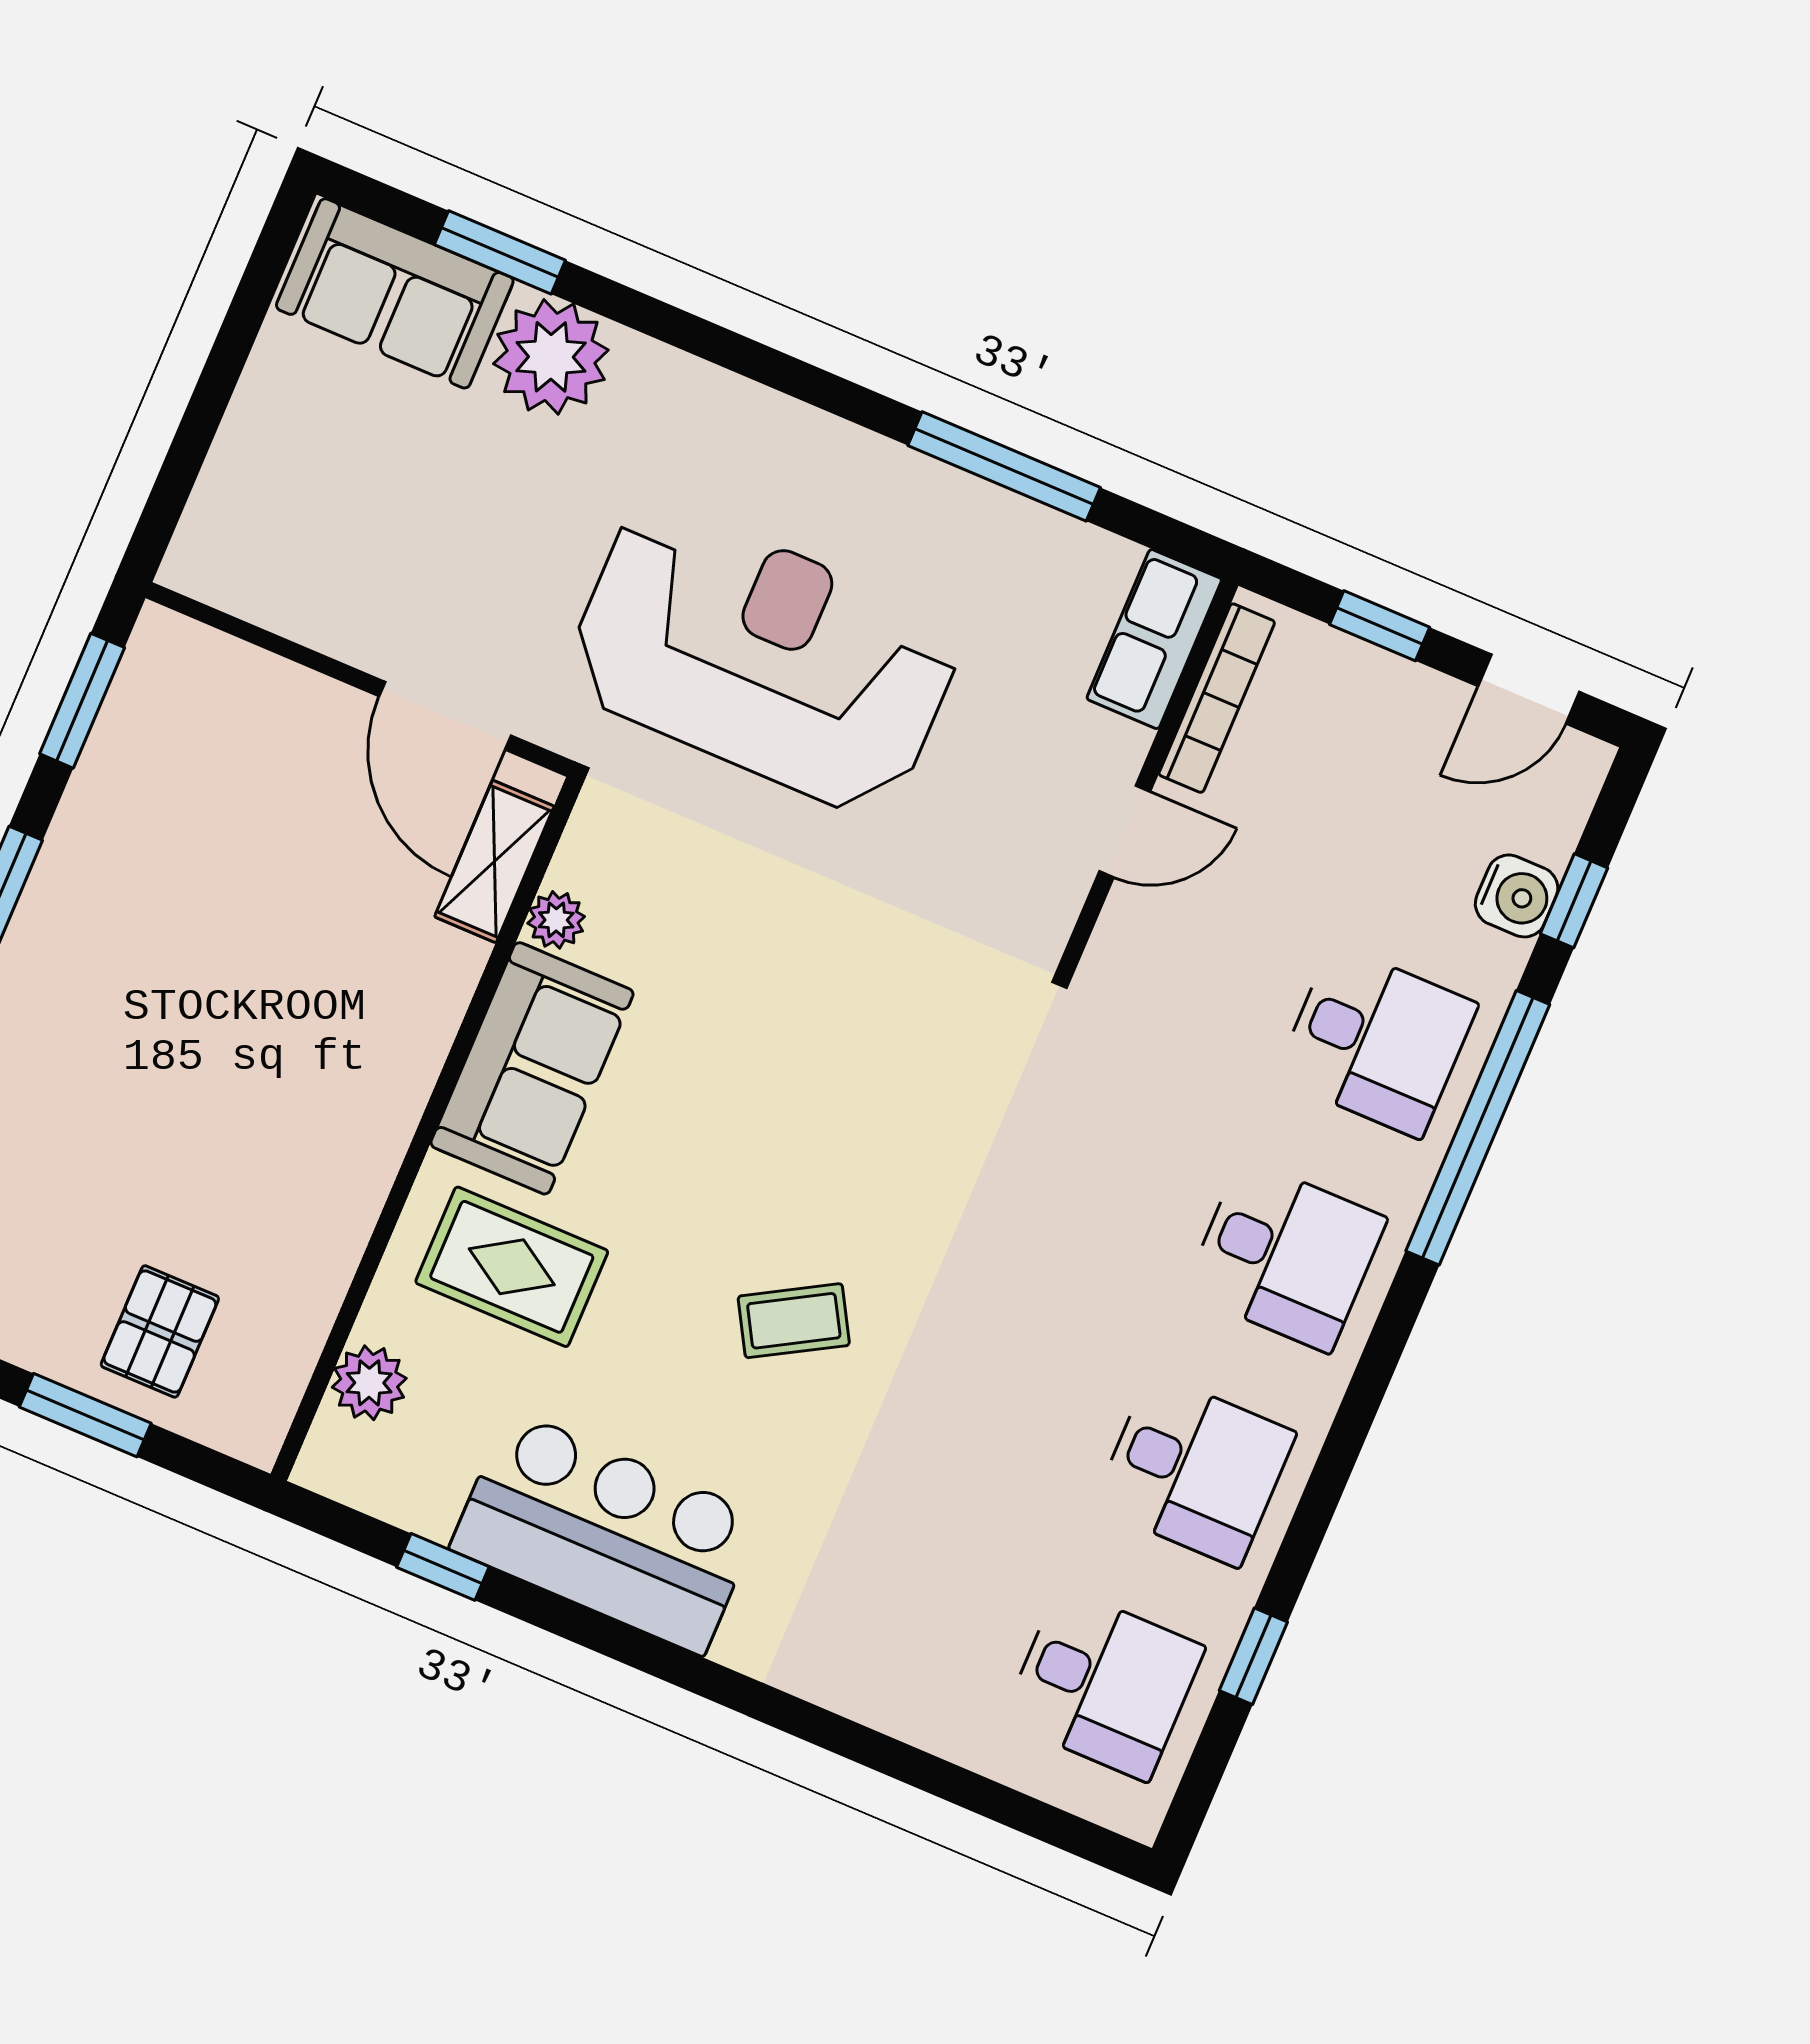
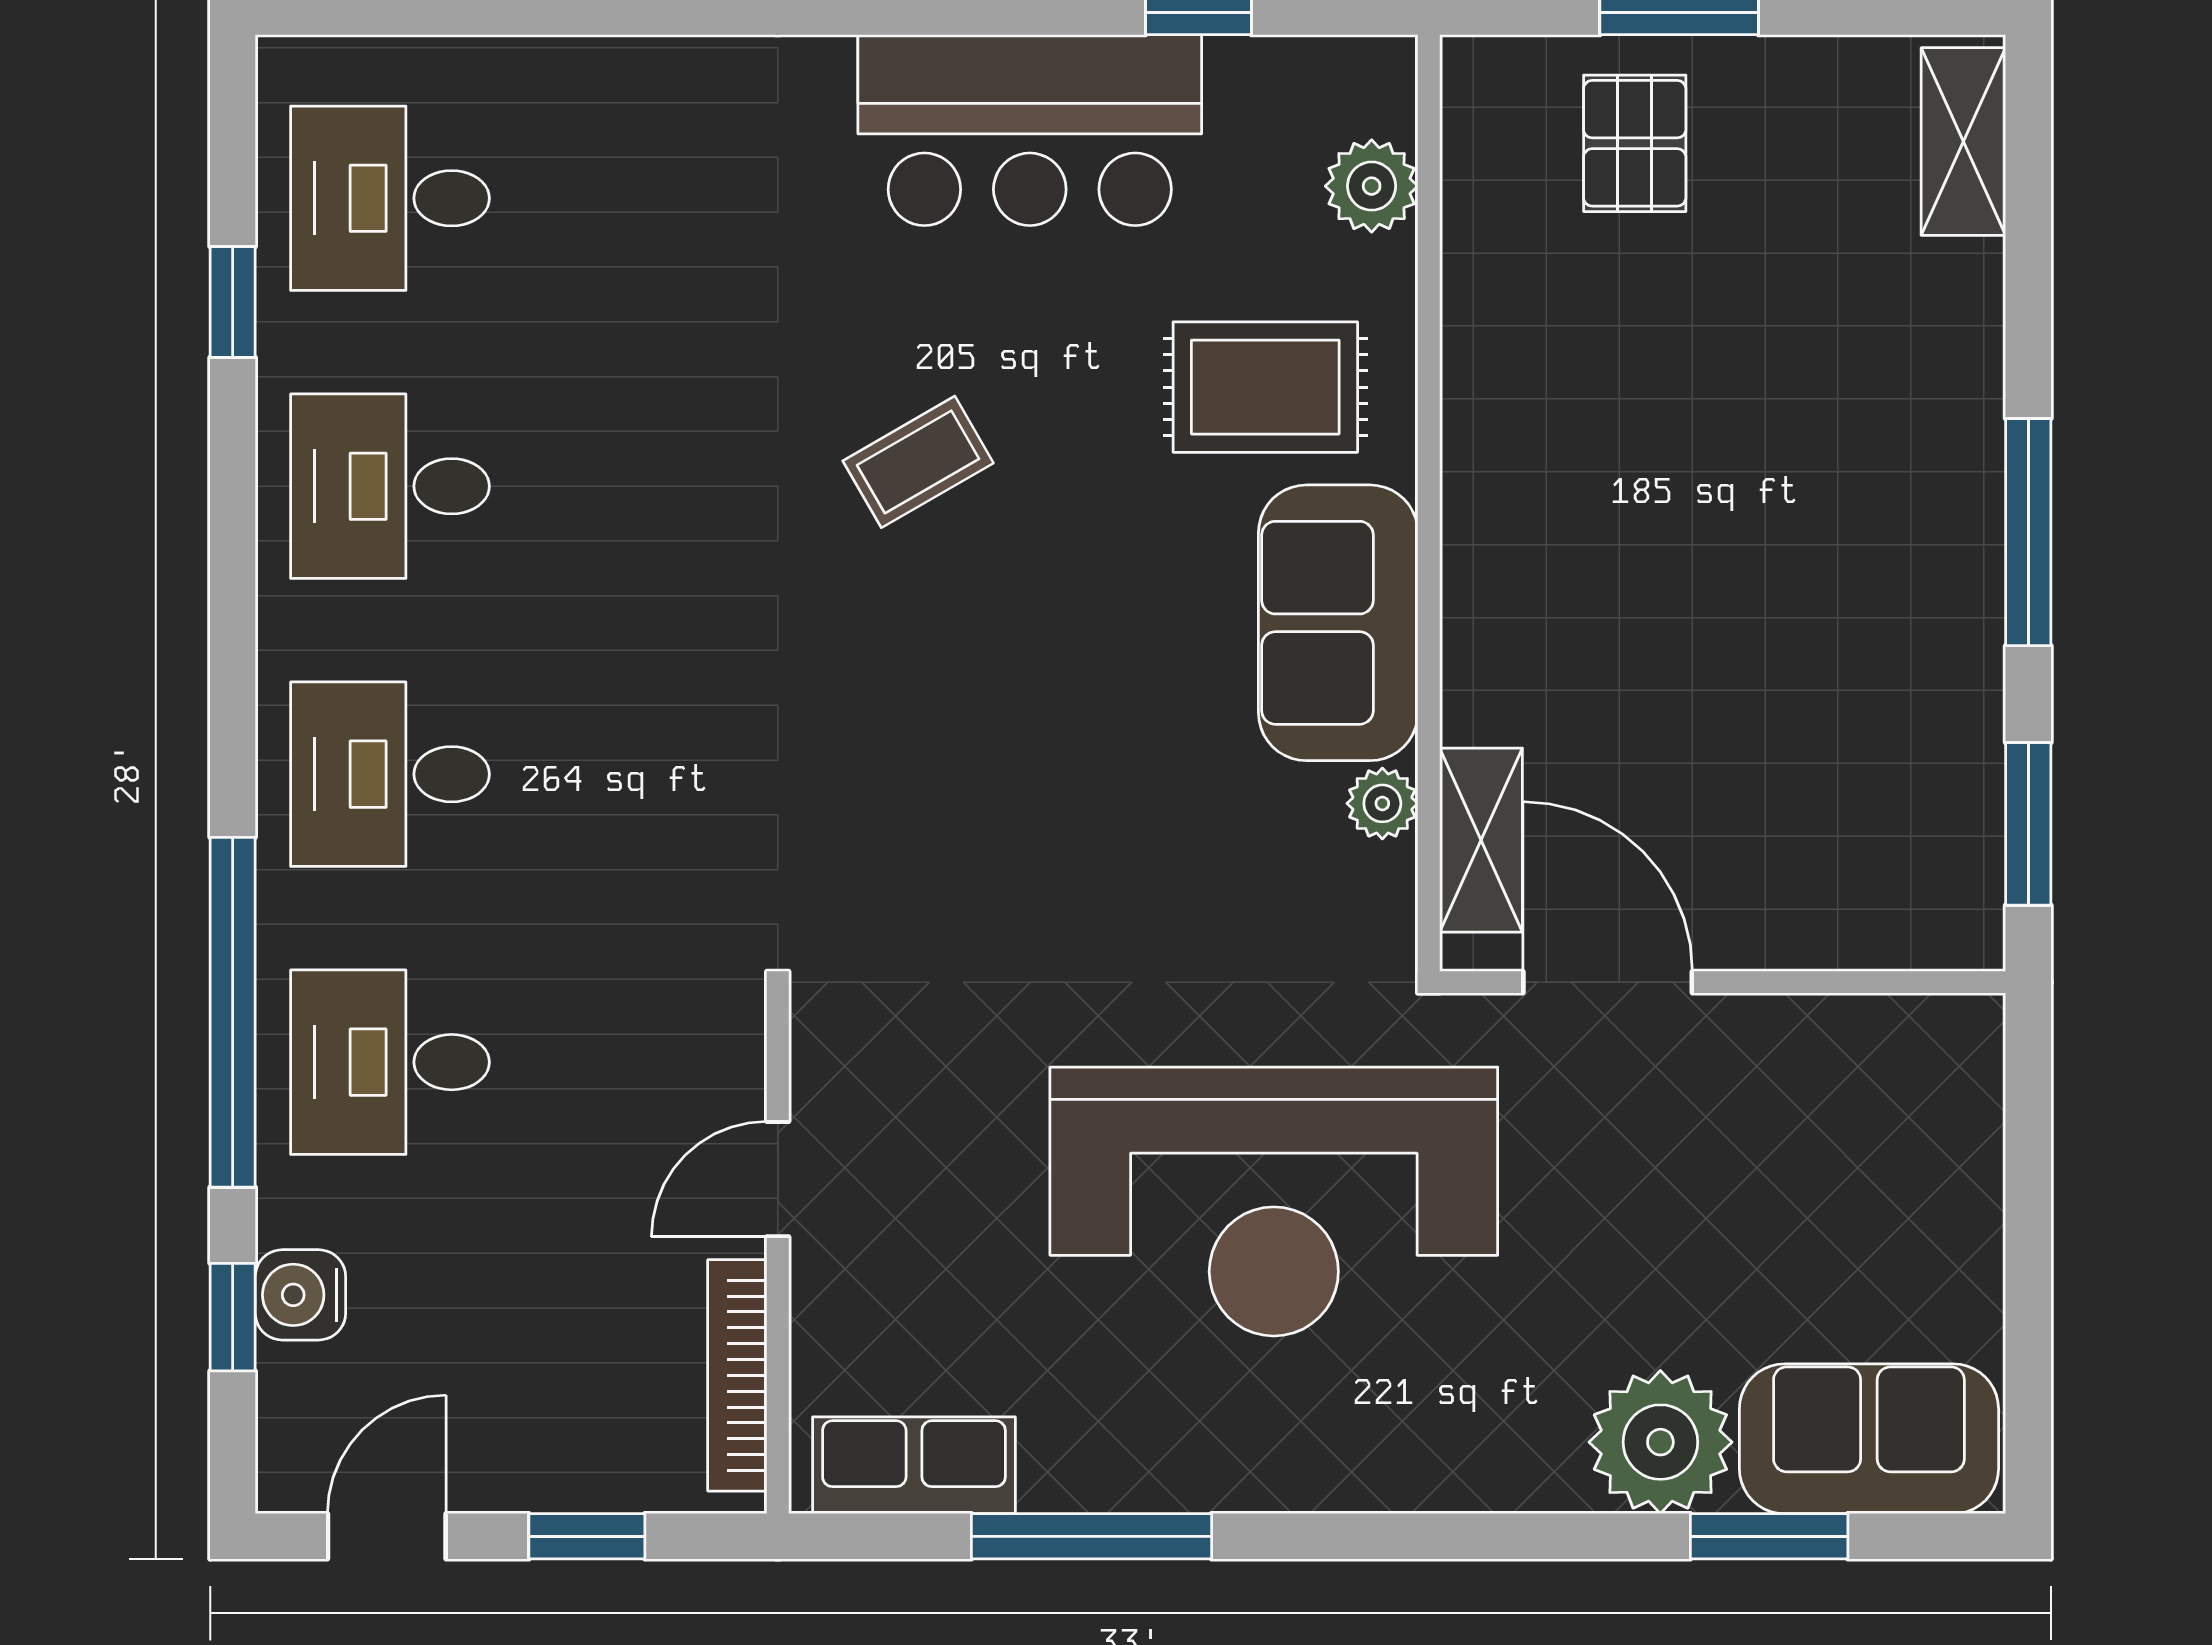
row of seats: (1154, 639) -> (914, 1465), moved, turned -90

